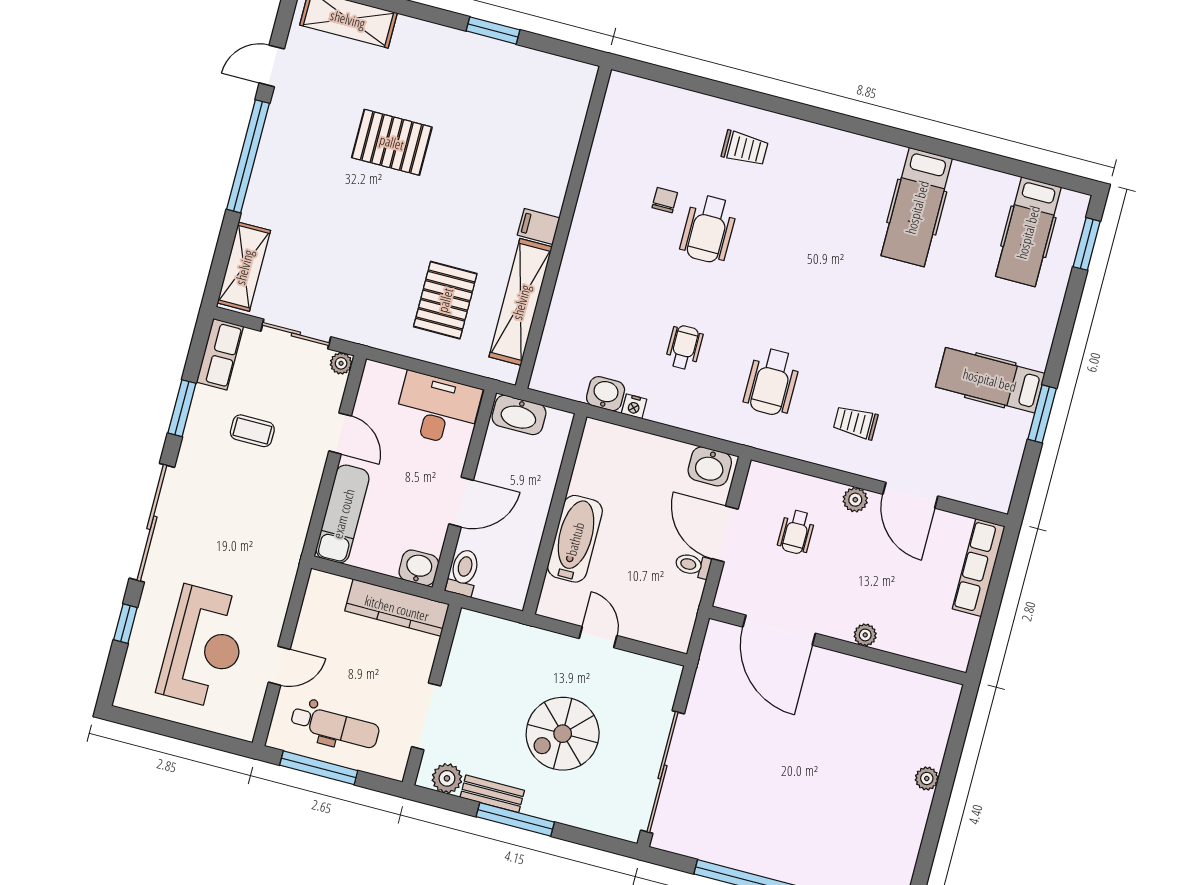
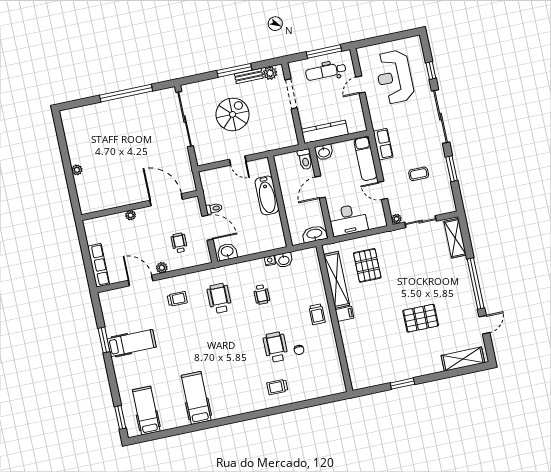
trolley: (594, 253) -> (317, 314), added
row of seats: (220, 354) -> (383, 144), moved, turned 180

